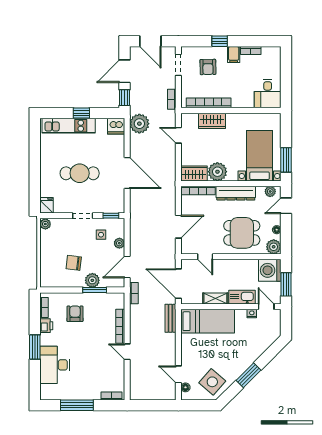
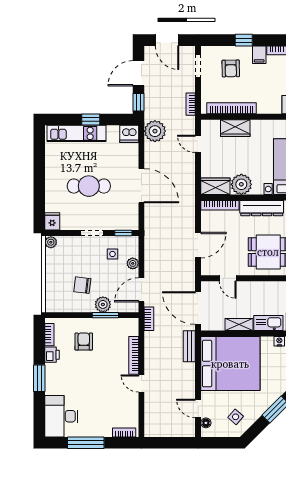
bed: (208, 321) -> (230, 364), width x2.04
desk: (55, 365) -> (61, 416), moved
side table: (212, 382) -> (236, 417), width x0.54, depth x0.54

